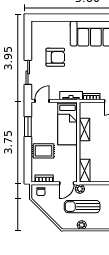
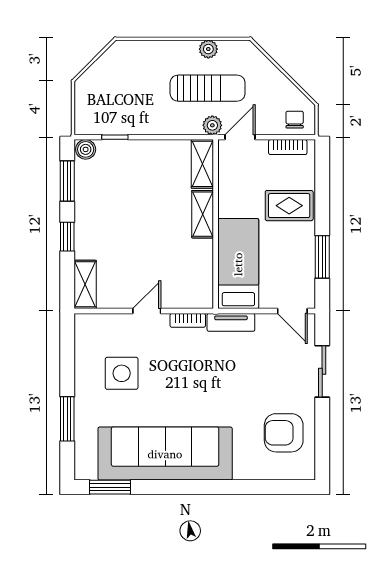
armchair: (55, 57) -> (284, 433), moved
door: (42, 101) -> (292, 311), hinge flipped
shelving: (84, 129) -> (203, 214), moved

